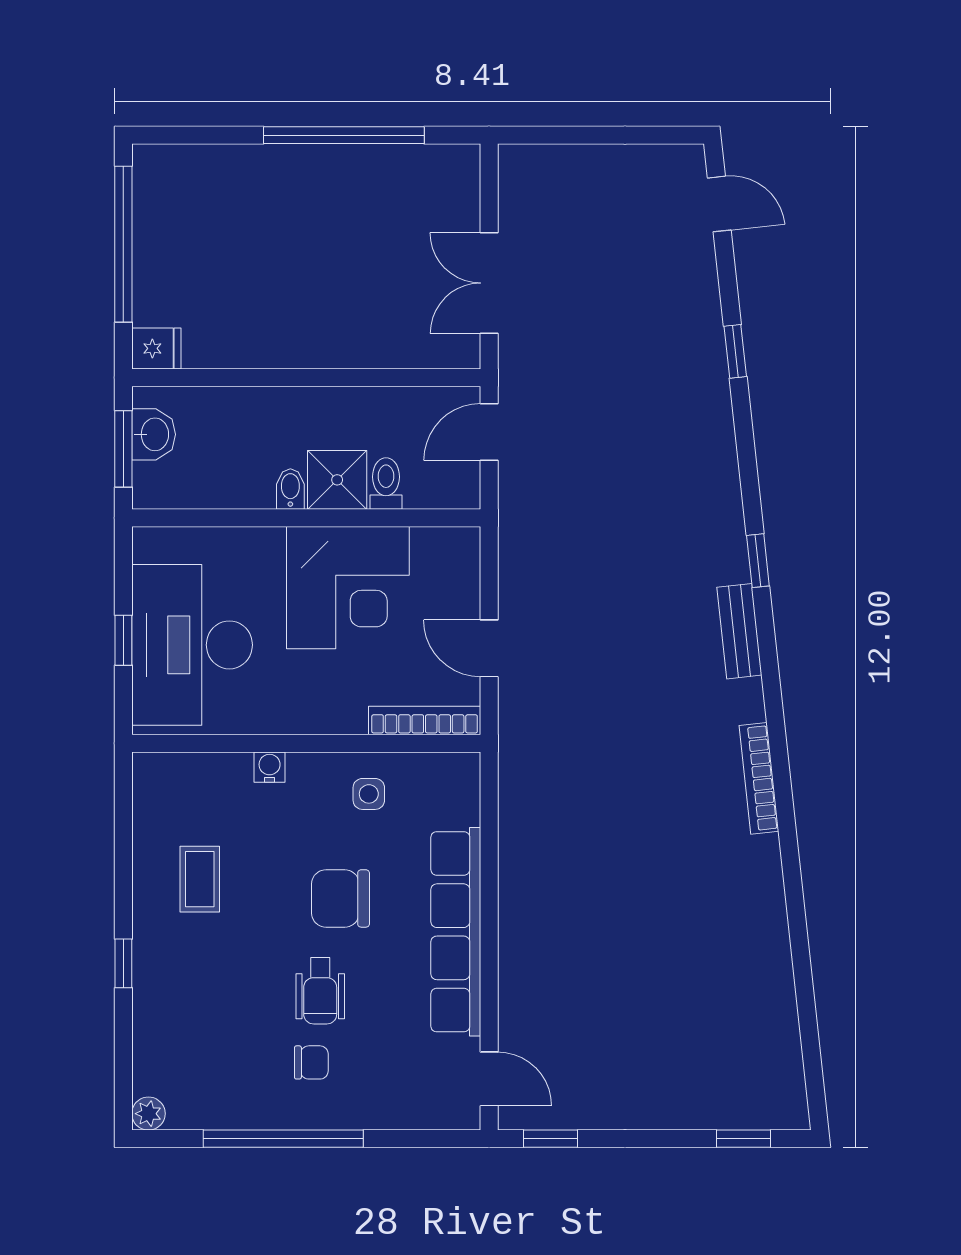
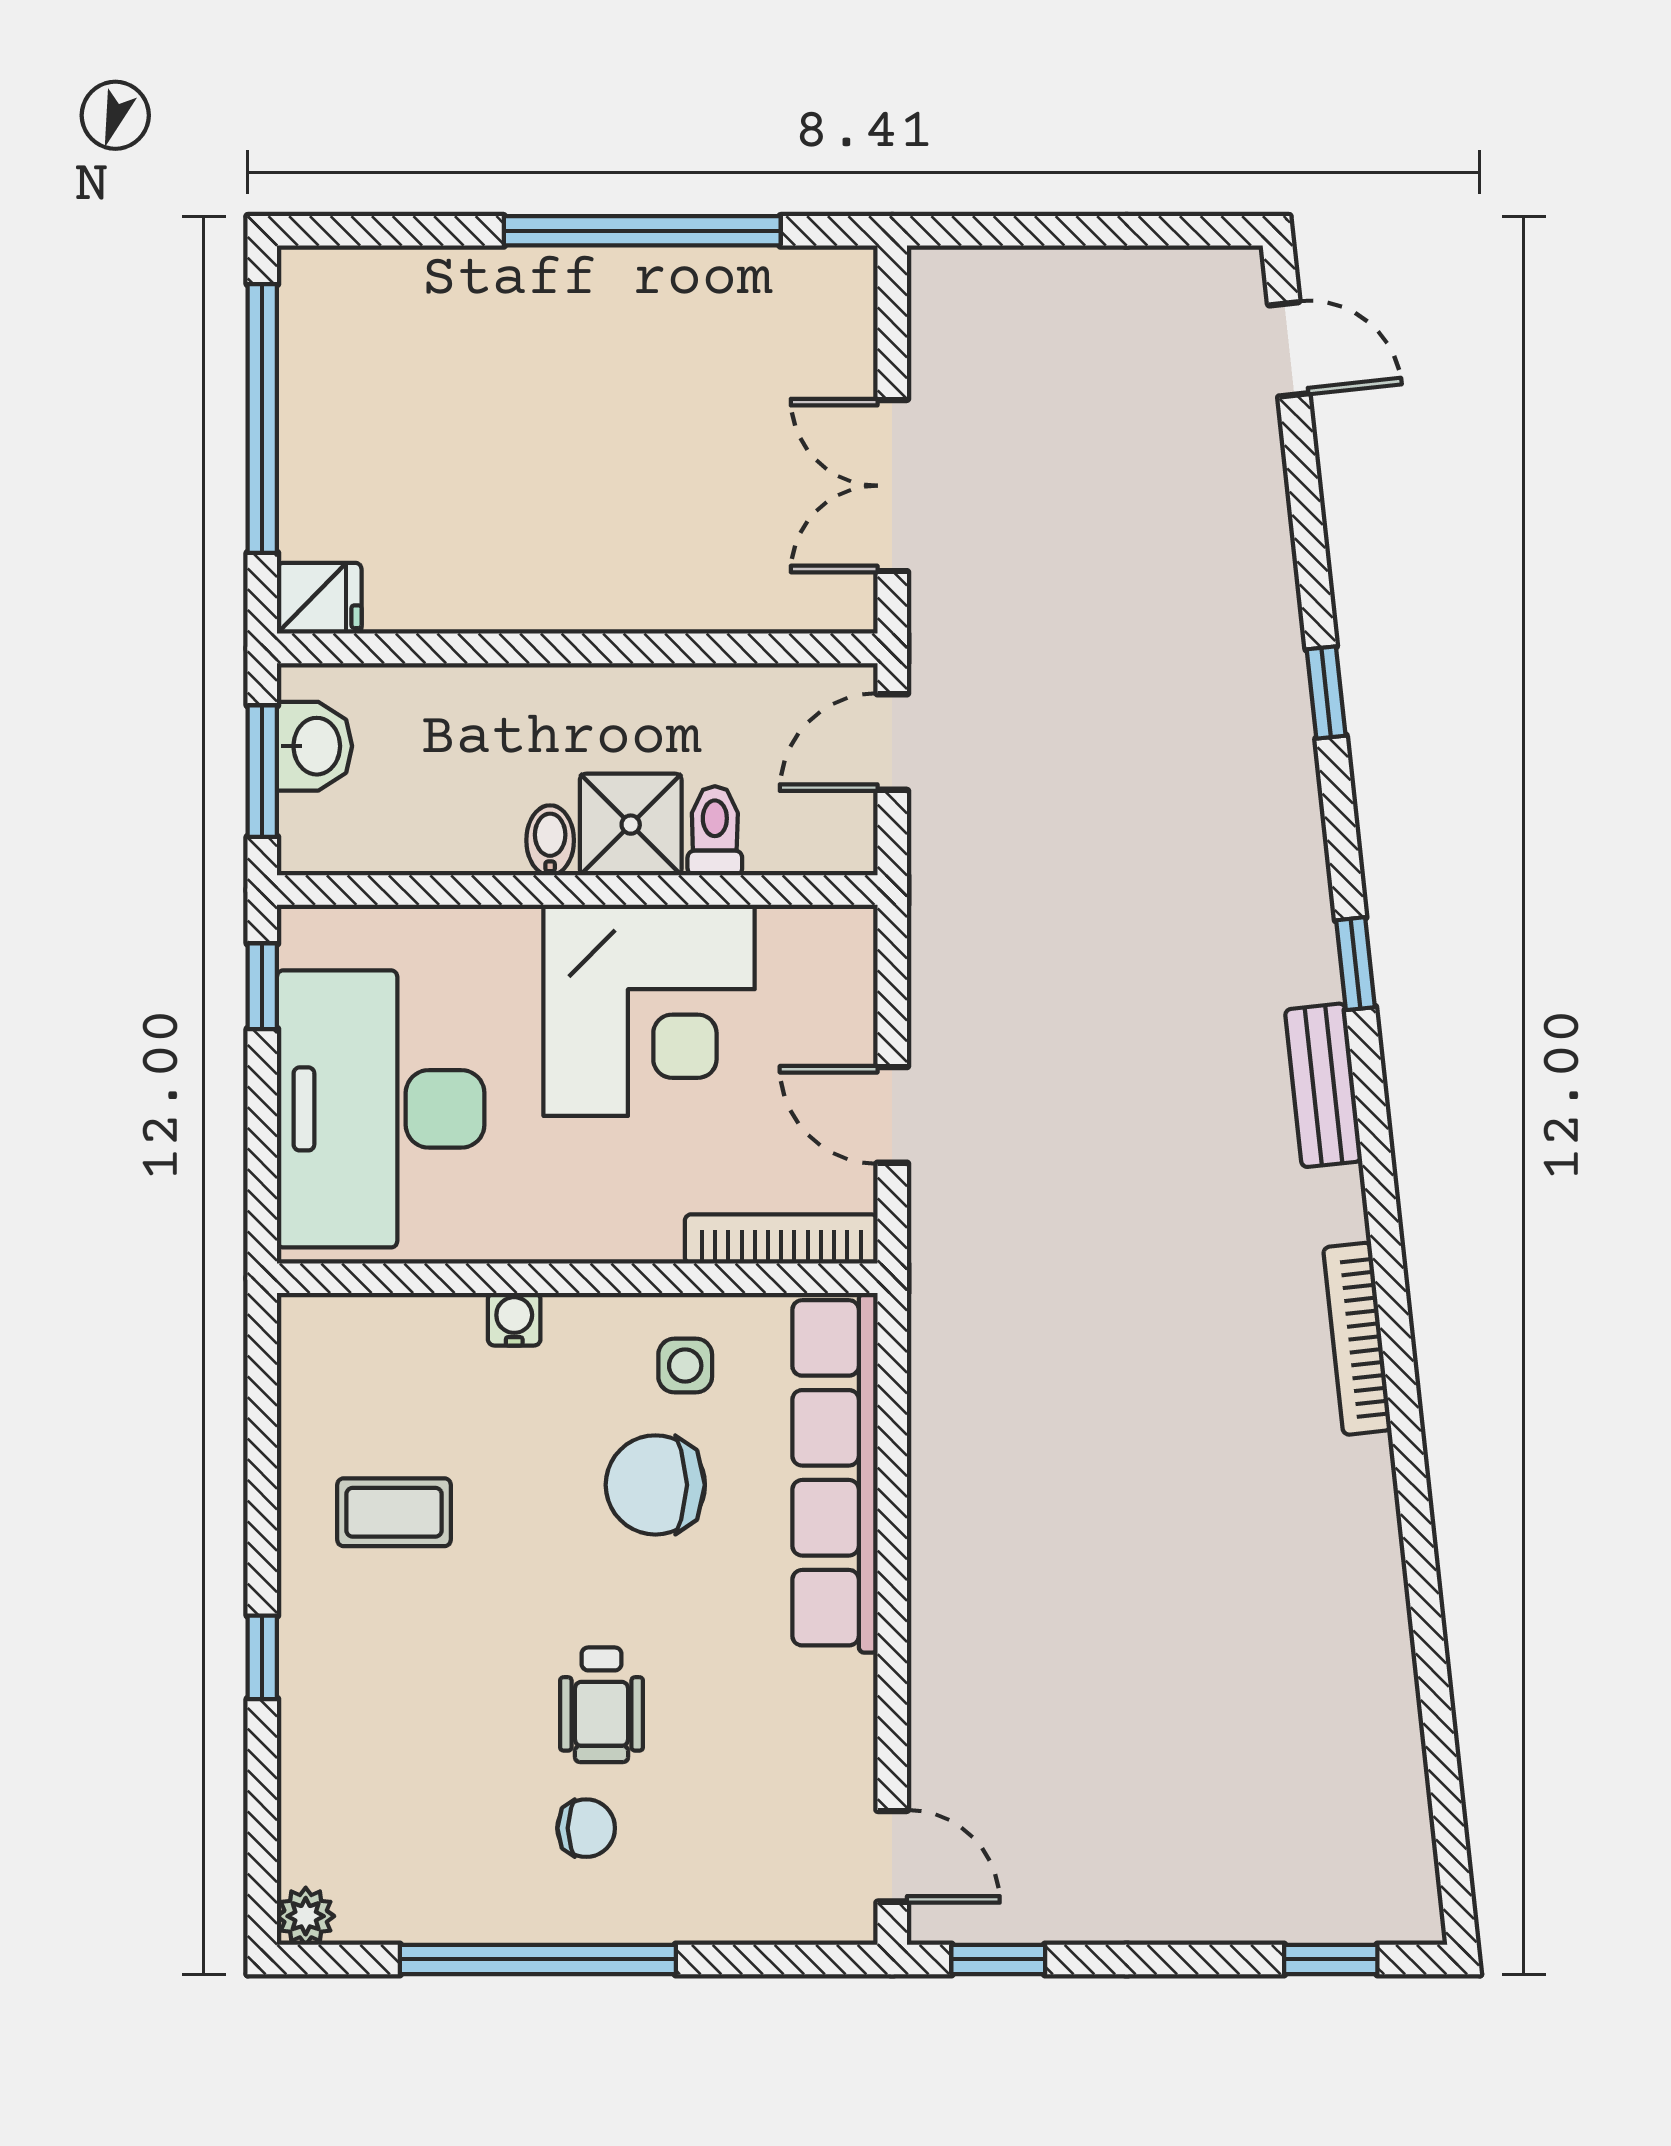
window: (735, 351) -> (1326, 693), moved
window: (123, 640) -> (262, 986), moved
coffee table: (200, 879) -> (394, 1512), turned 90
chair: (341, 898) -> (655, 1485), moved
row of seats: (456, 932) -> (835, 1473), moved

